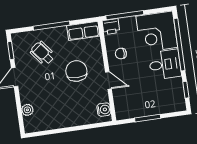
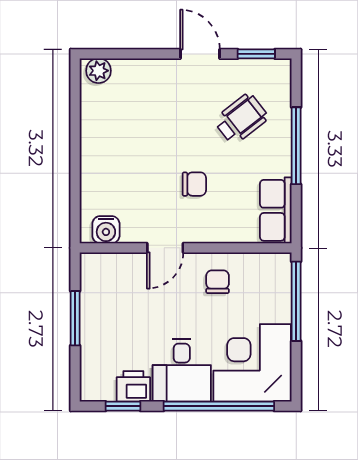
printer: (111, 27) -> (133, 386), moved, turned 90
chair: (76, 71) -> (194, 184), width x0.54, depth x0.54
plant: (27, 110) -> (98, 71), moved

